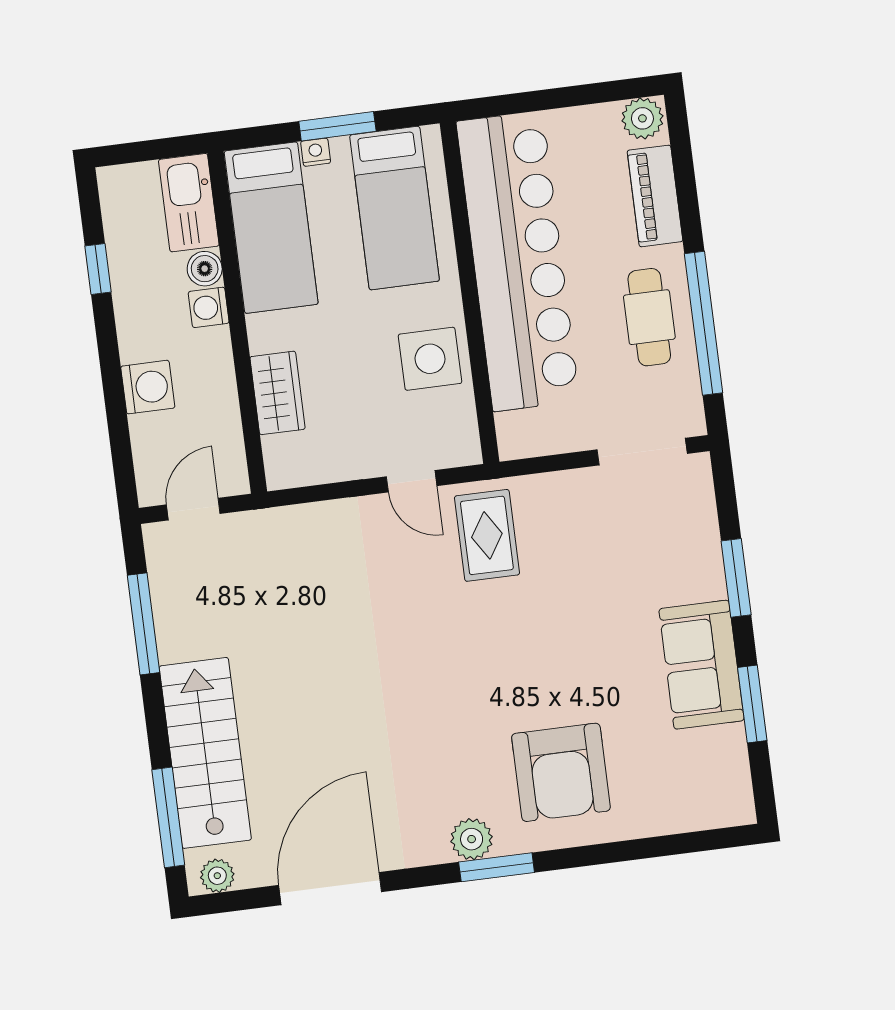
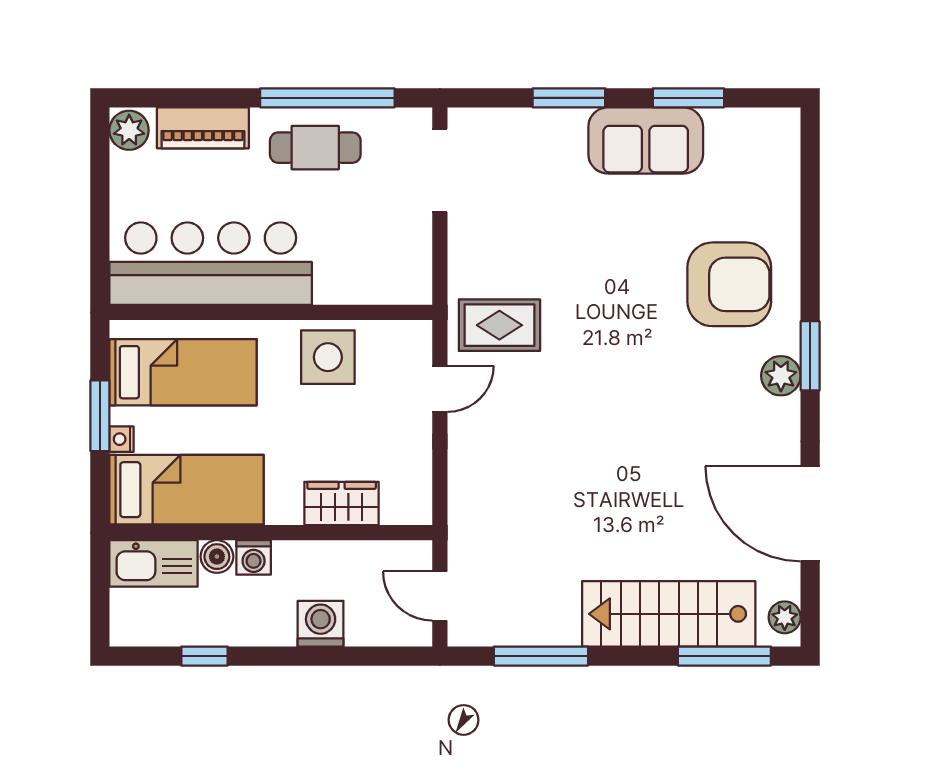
bar counter: (518, 261) -> (211, 264), width x0.73

